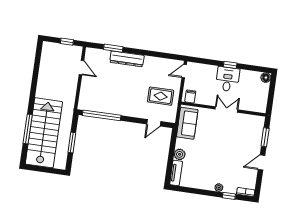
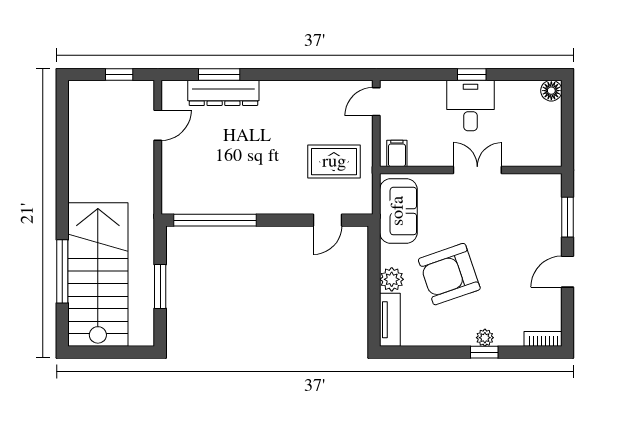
dresser: (127, 59) -> (223, 93), moved
door: (81, 68) -> (158, 125), hinge flipped
armchair: (207, 156) -> (449, 274), added
window: (229, 196) -> (484, 352), moved

